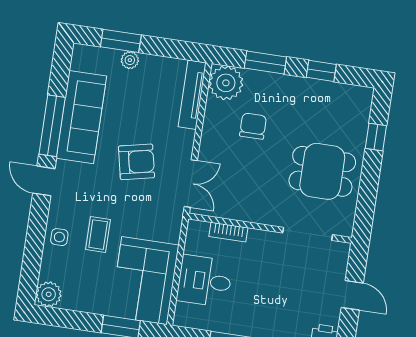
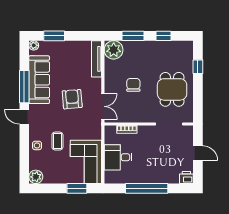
plant: (130, 60) -> (34, 45), moved
chair: (253, 126) -> (133, 85), moved
armchair: (137, 162) -> (72, 99), turned -83
dining table: (322, 171) -> (172, 89), turned 90

